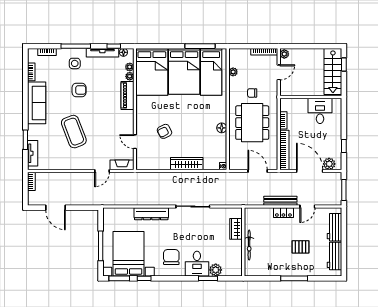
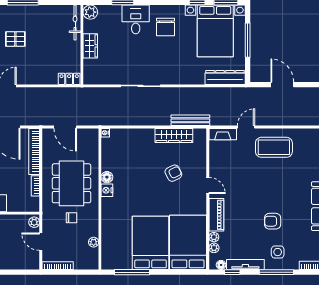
plant: (284, 54) -> (34, 222), moved
bed: (211, 72) -> (119, 242), removed
door: (279, 72) -> (41, 242), hinge flipped
nightstand: (222, 117) -> (107, 190), added
coffee table: (74, 132) -> (274, 147), moved, turned -69
door: (135, 142) -> (208, 186), moved
wardrobe: (187, 164) -> (174, 136), moved
bench: (280, 201) -> (190, 120), moved
door: (55, 208) -> (282, 85), moved
locker: (283, 213) -> (69, 79), moved
dresser: (151, 214) -> (225, 77), moved
wardrobe: (236, 229) -> (90, 46), moved
bicycle: (249, 245) -> (75, 23), moved
plant: (216, 270) -> (90, 12), moved

